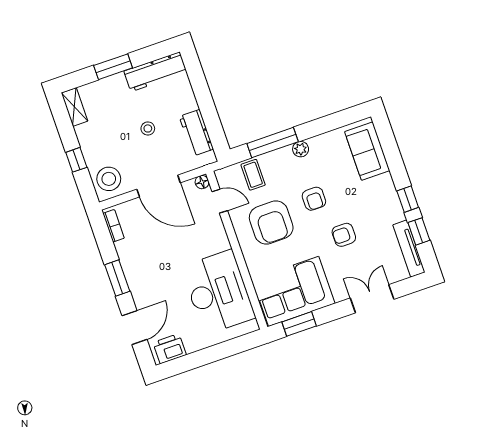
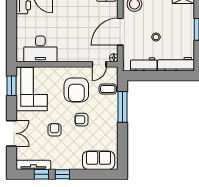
workbench: (155, 72) -> (176, 64), moved, turned 90
plant: (301, 149) -> (113, 122), removed
armchair: (271, 222) -> (76, 90), turned -90
desk: (218, 292) -> (40, 49), width x0.73, depth x0.77

